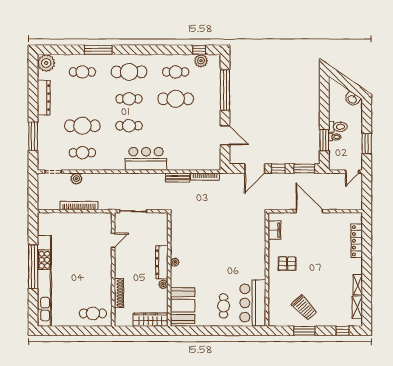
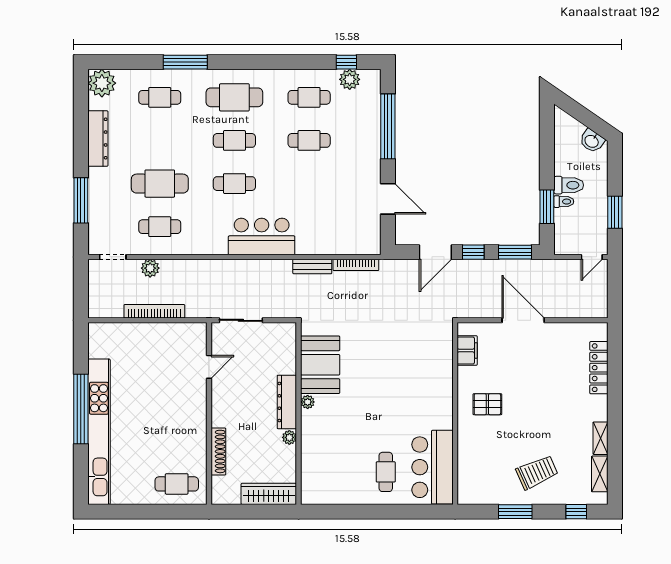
cafe table: (176, 99) -> (309, 140), width x0.73, depth x0.74
booth: (183, 306) -> (320, 365), moved
trolley: (304, 308) -> (537, 472), moved, turned -71

